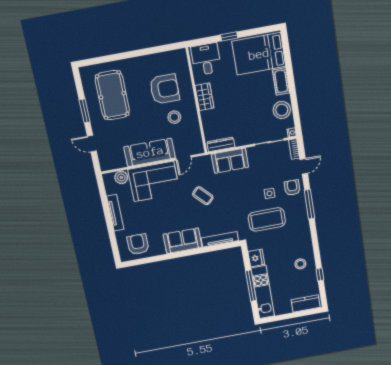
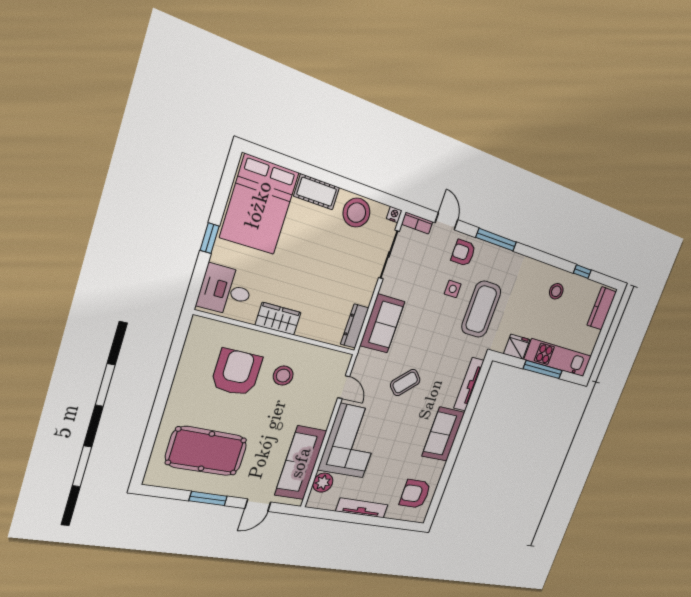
sofa: (150, 152) -> (301, 463), moved

